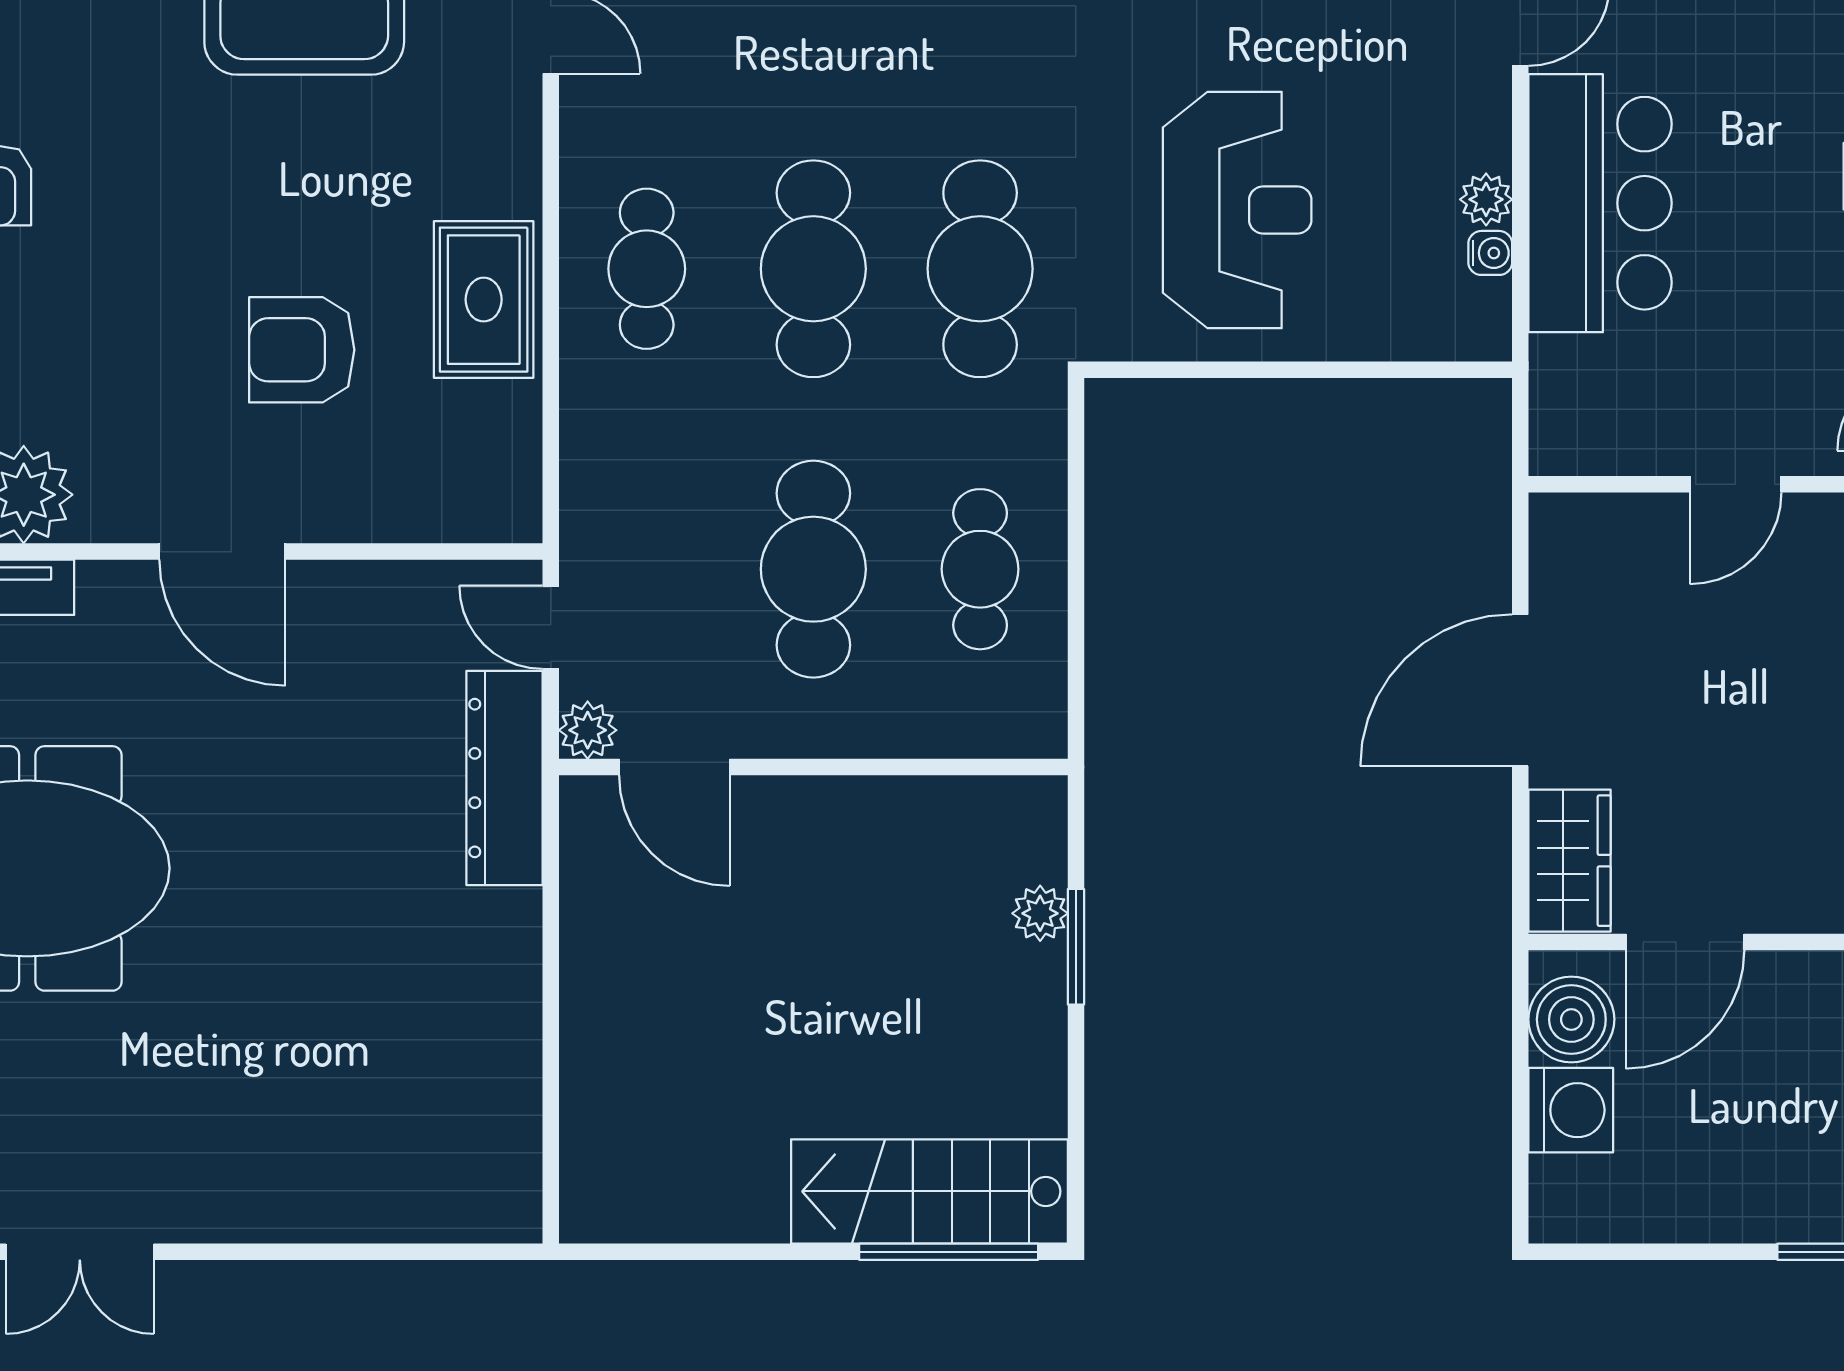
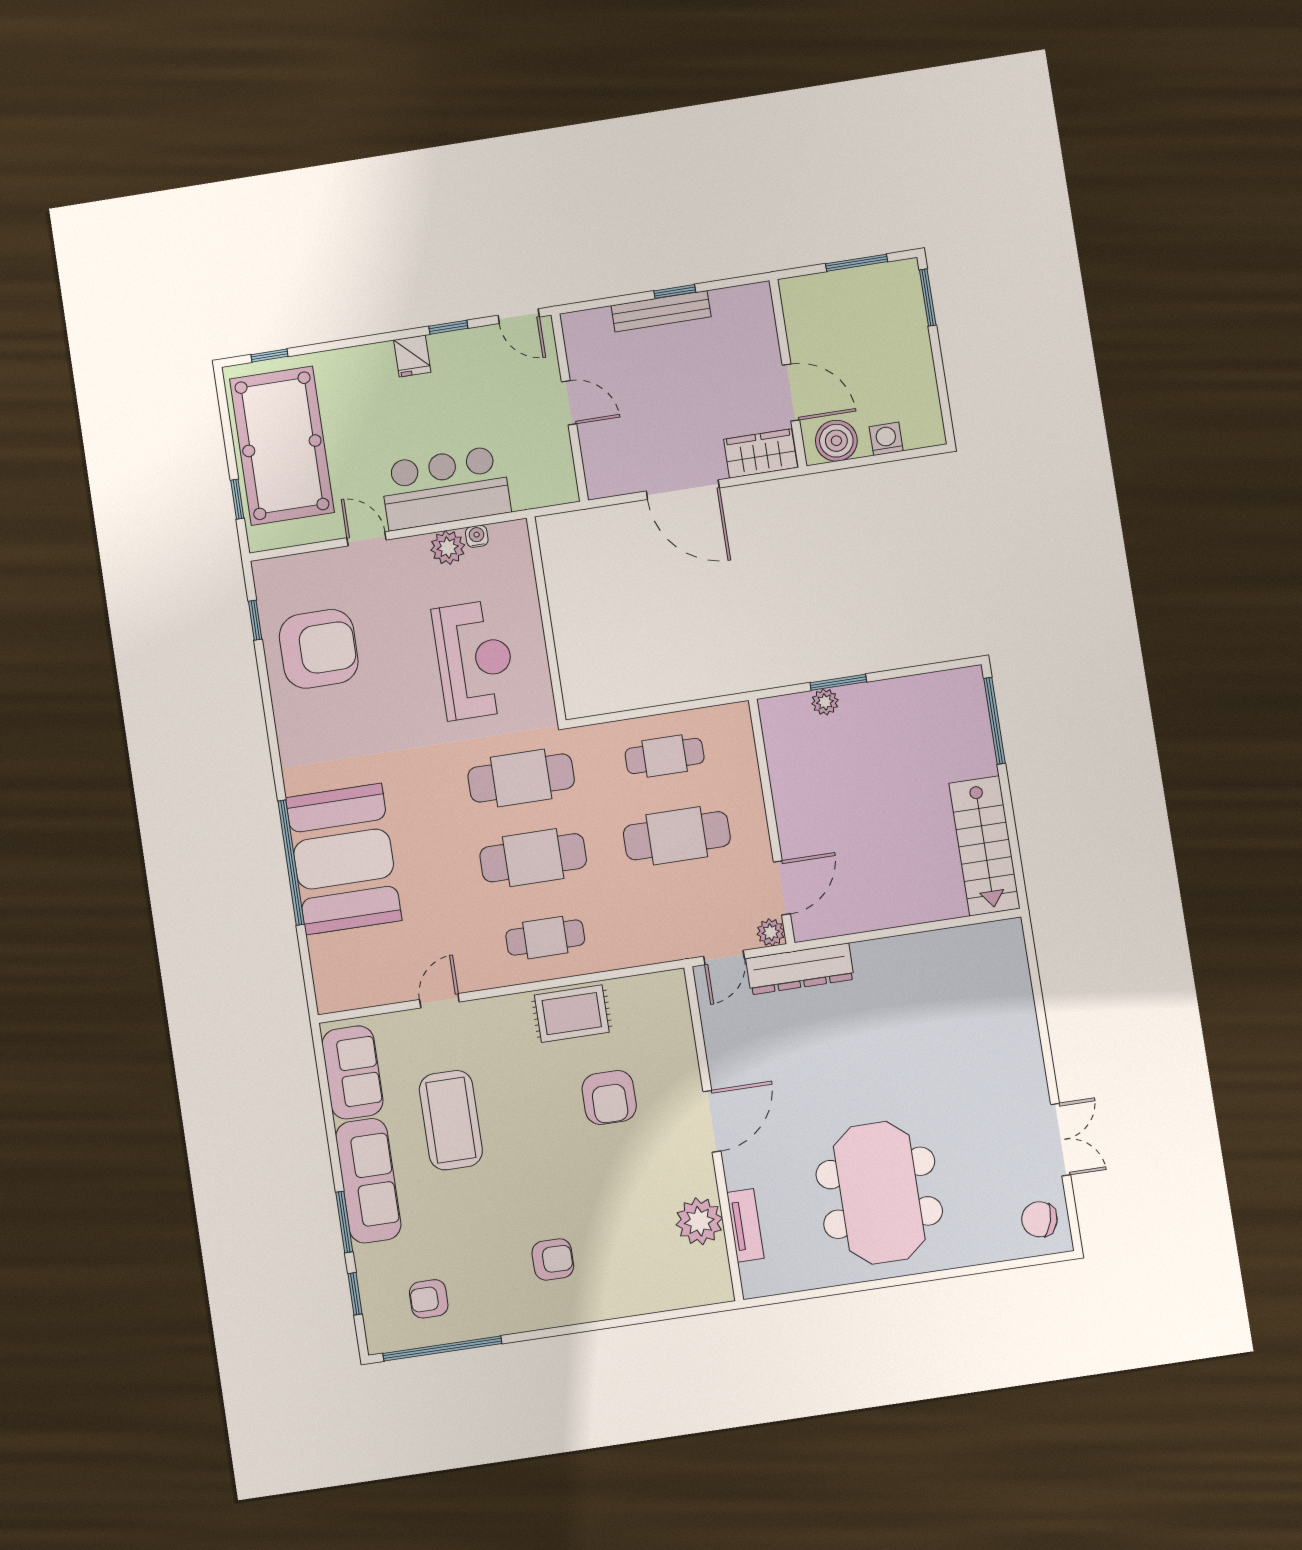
plant: (1486, 199) -> (448, 548), width x1.38, depth x1.38
reception desk: (1237, 210) -> (475, 660), turned 90
washing machine: (1571, 1110) -> (886, 439), width x0.73, depth x0.73
stairs: (929, 1191) -> (984, 846), moved

